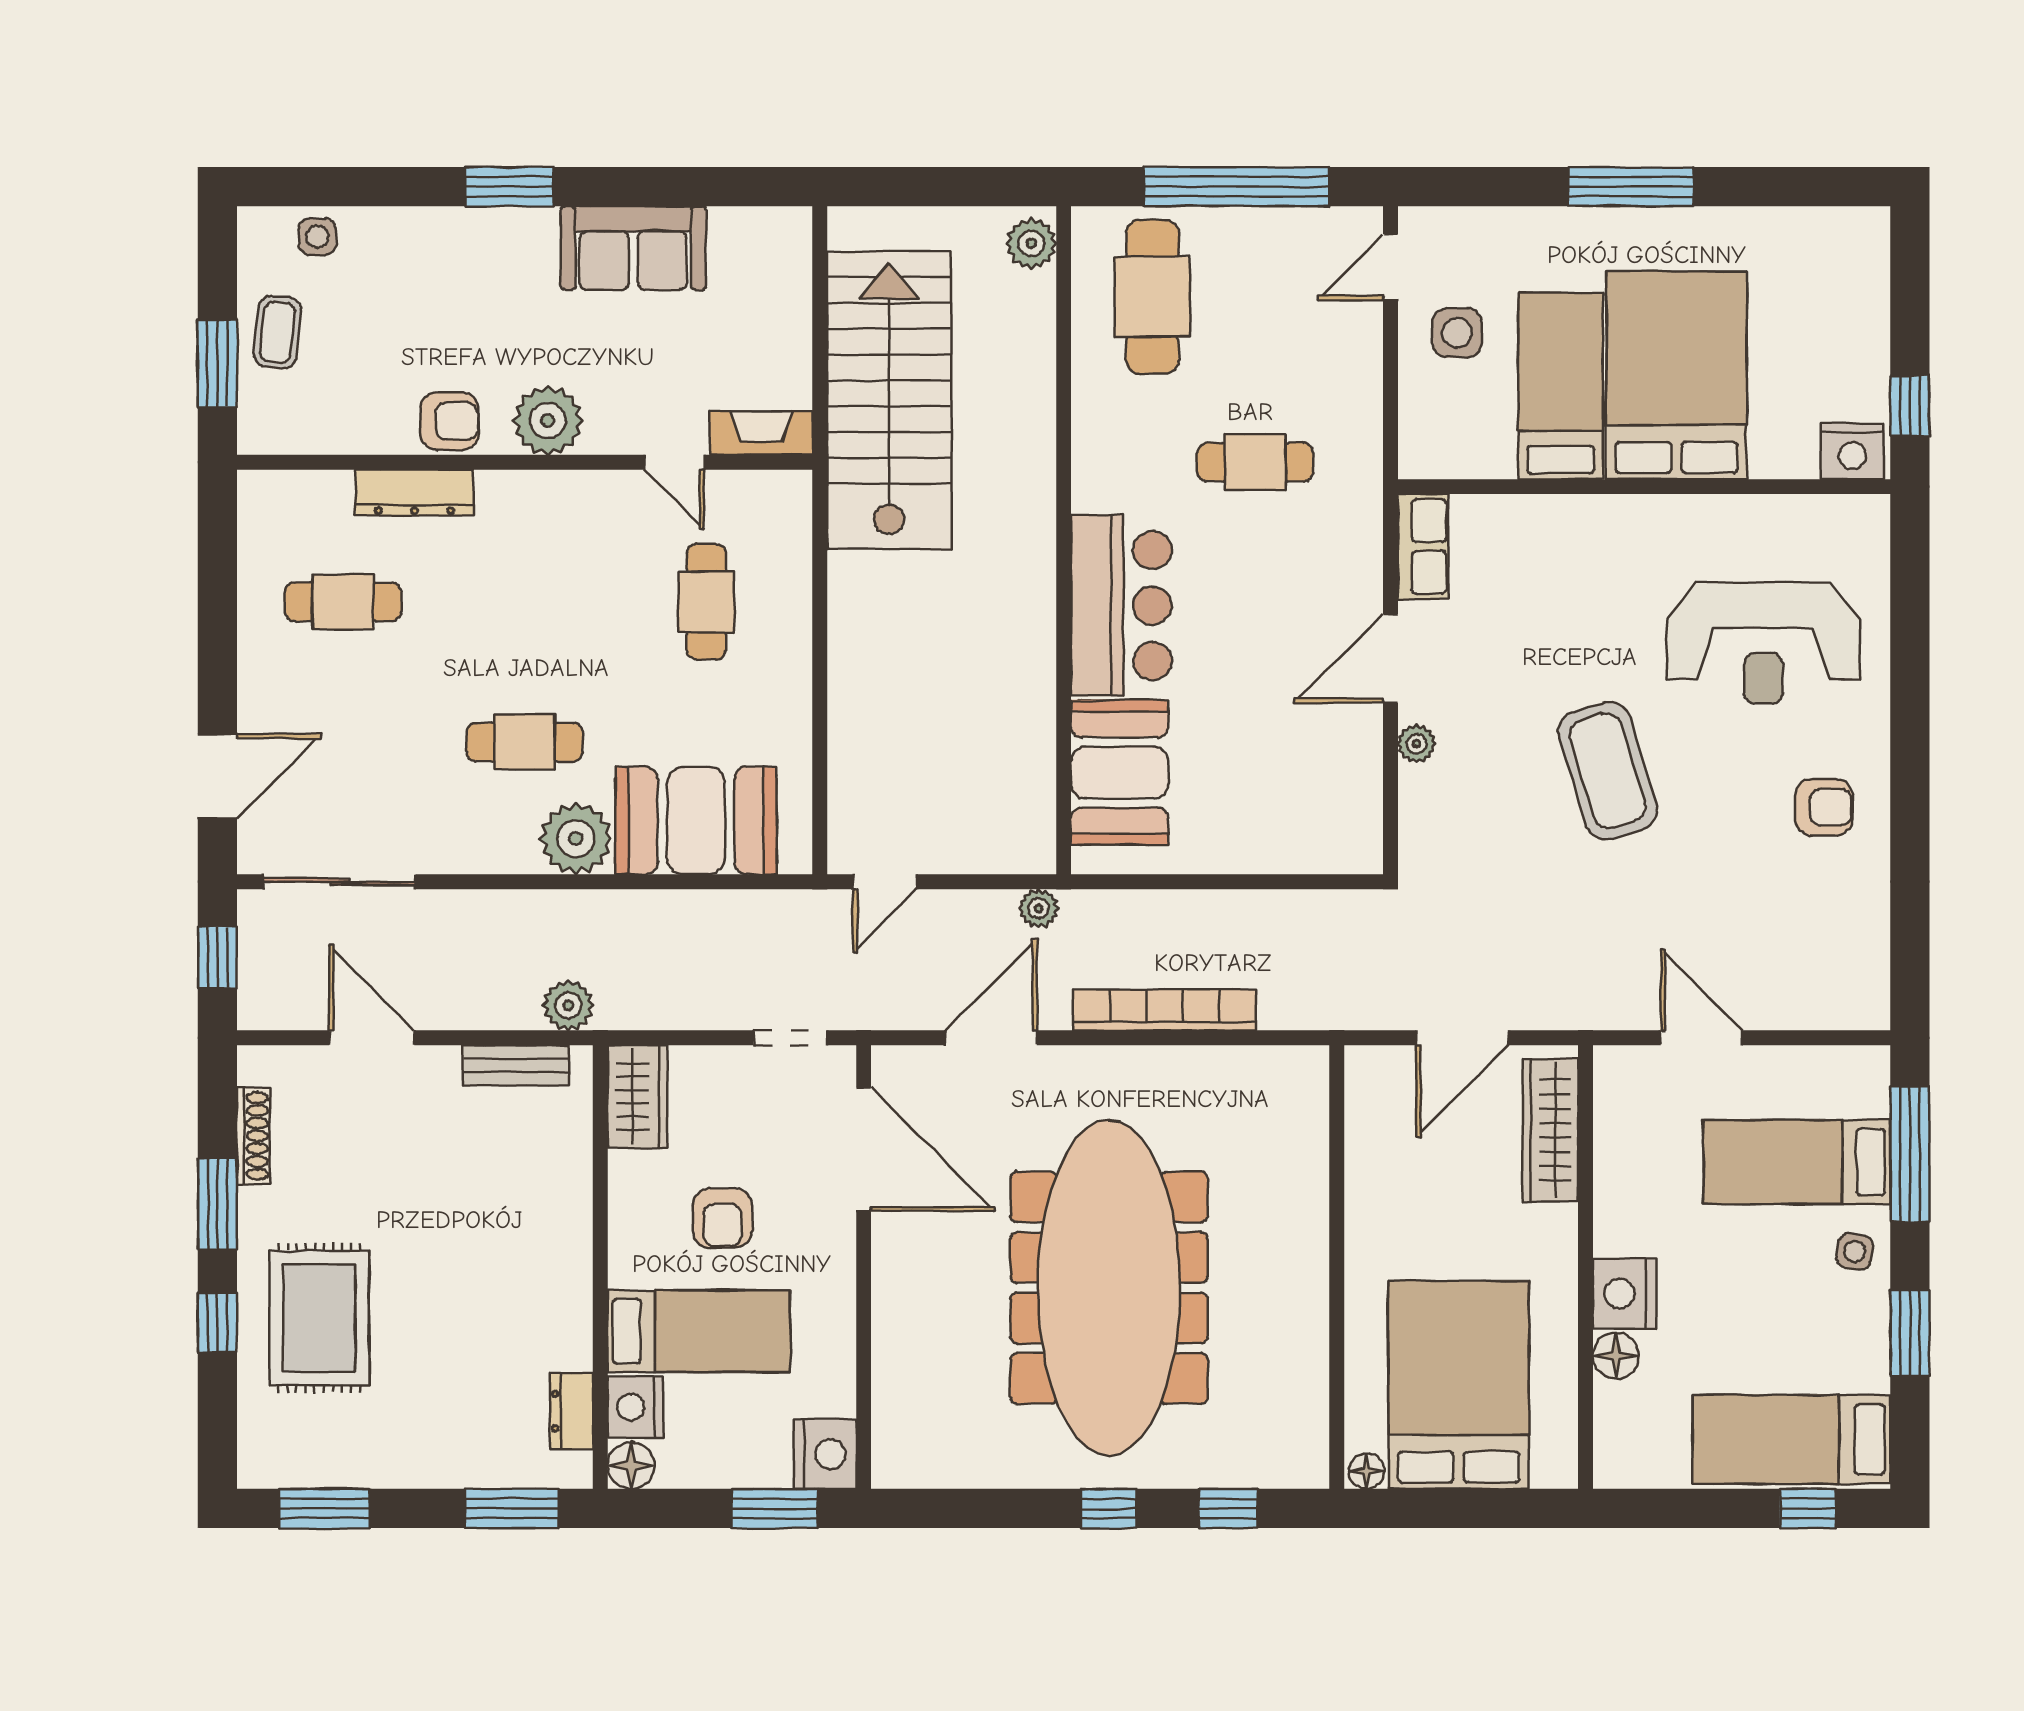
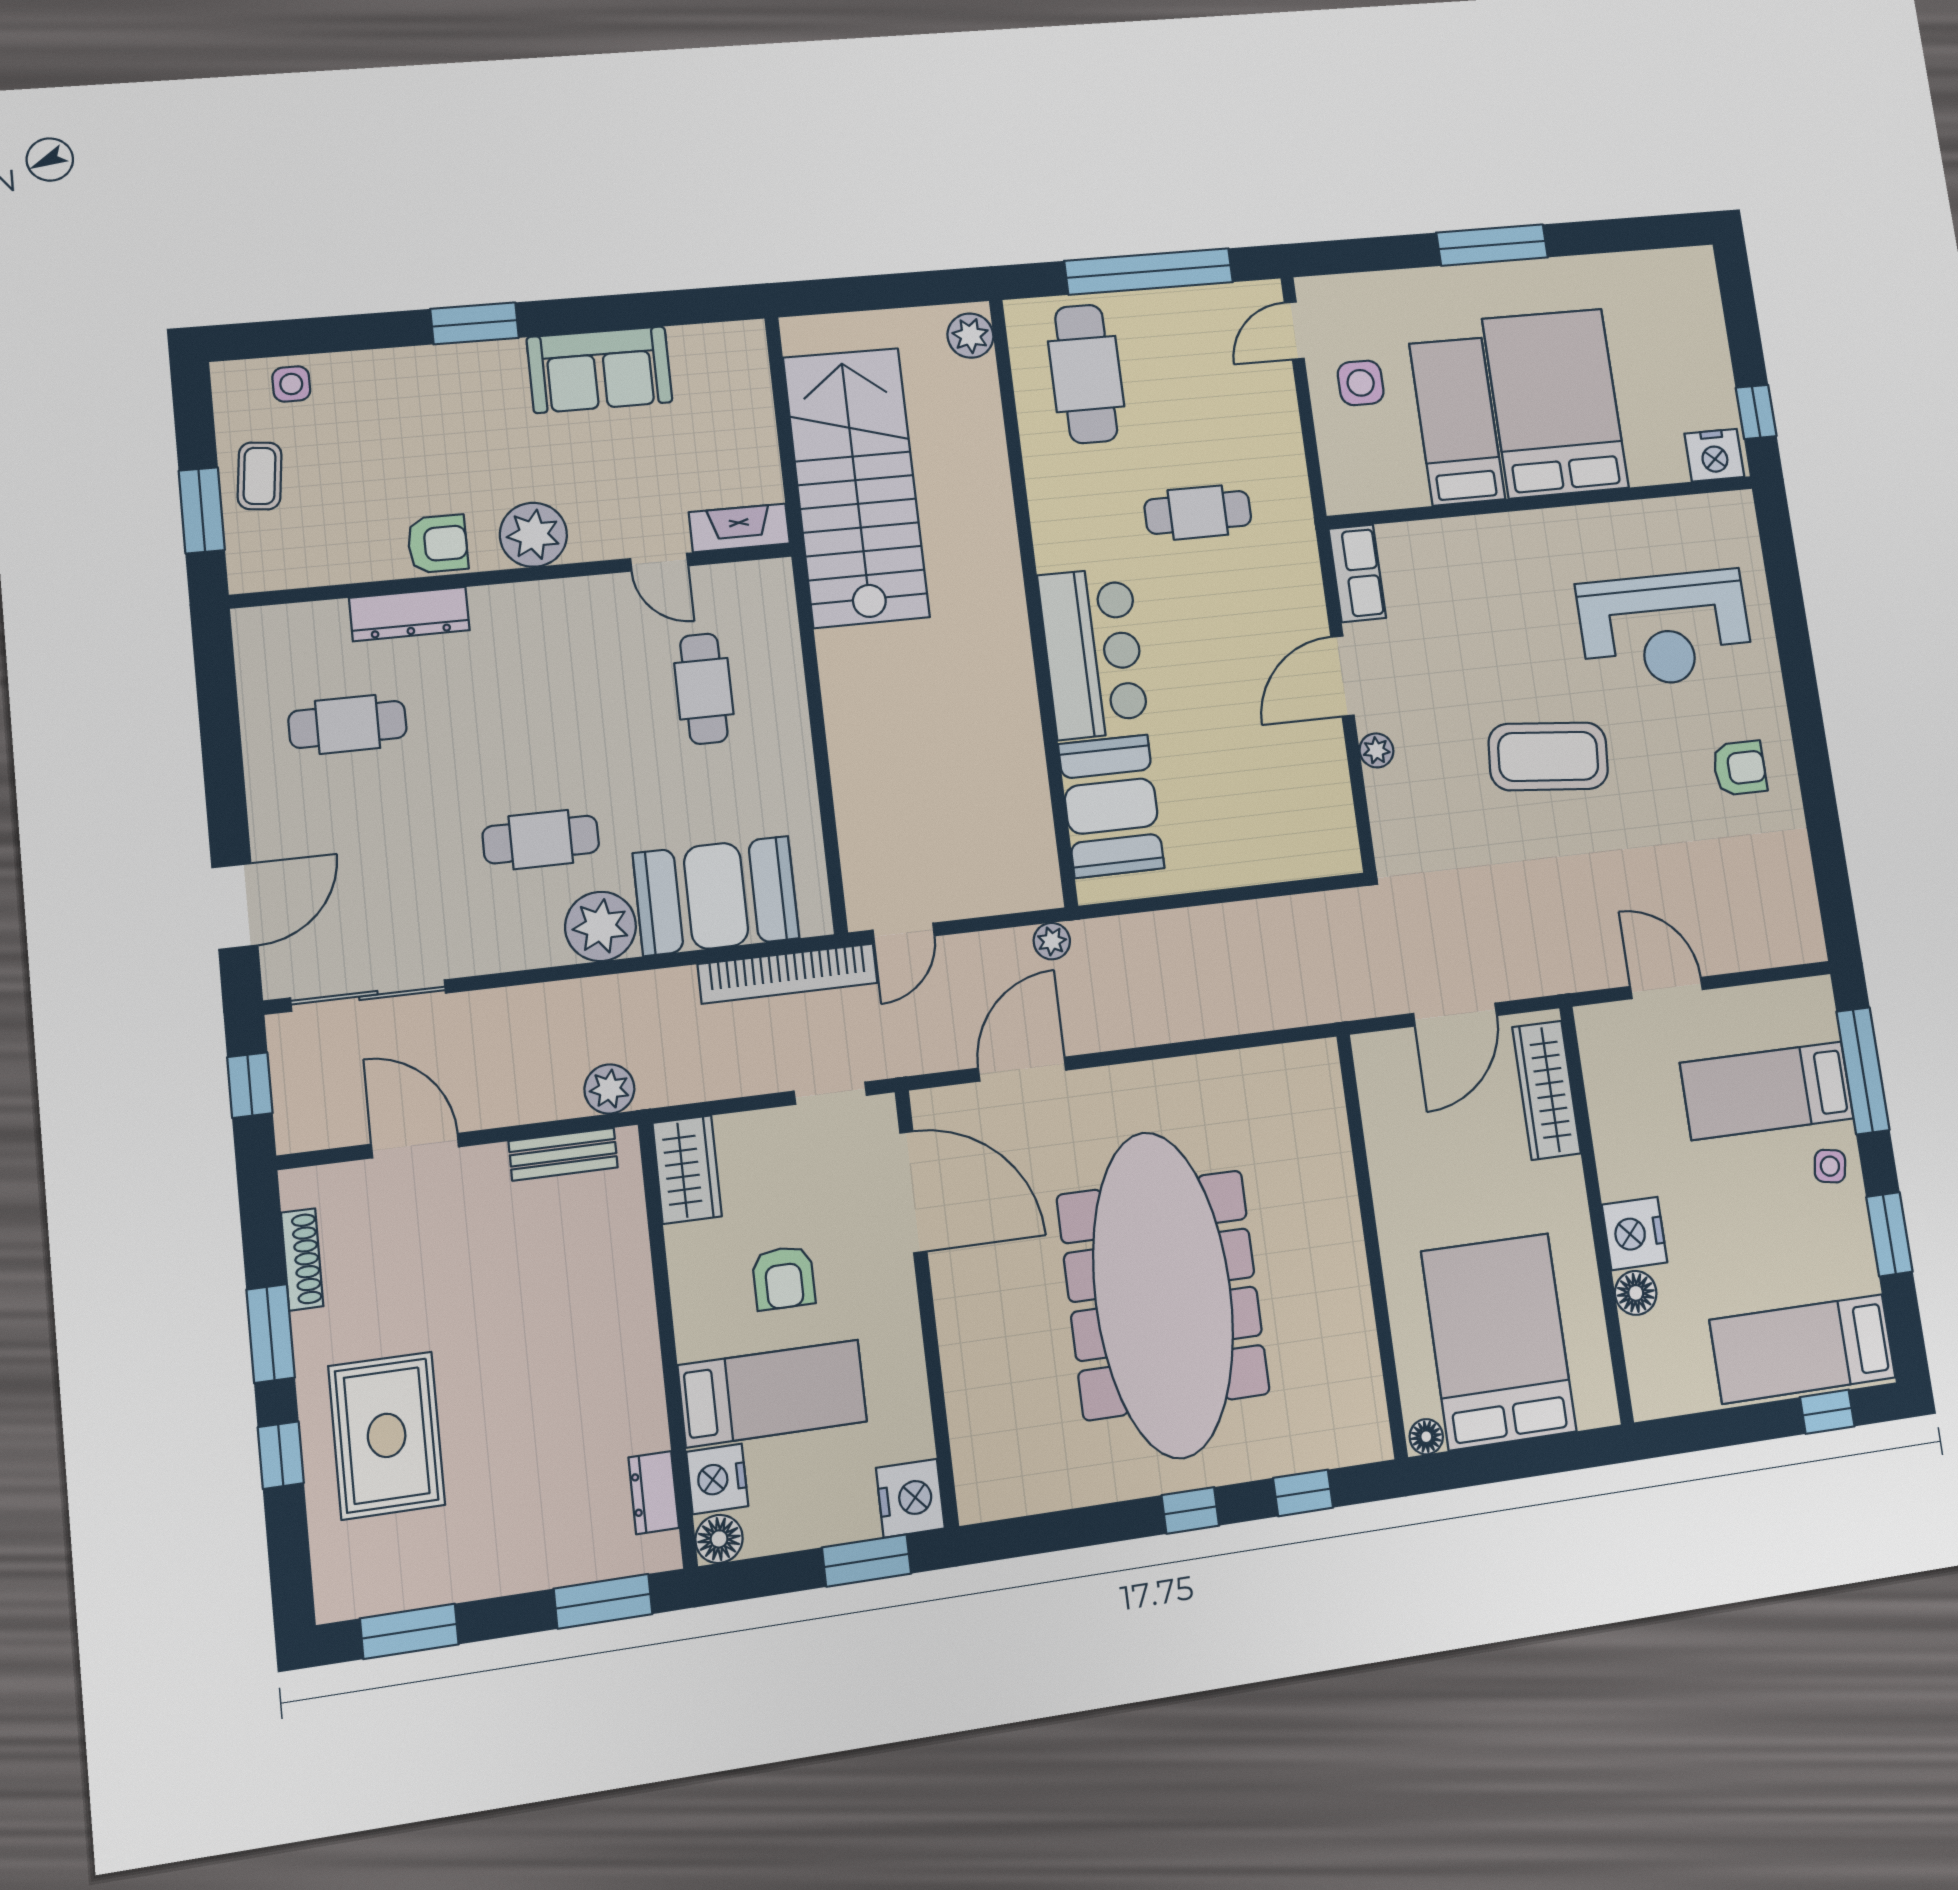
coffee table: (1608, 771) -> (1548, 756), turned -68
bookcase: (1165, 1010) -> (788, 974), moved, turned 180

